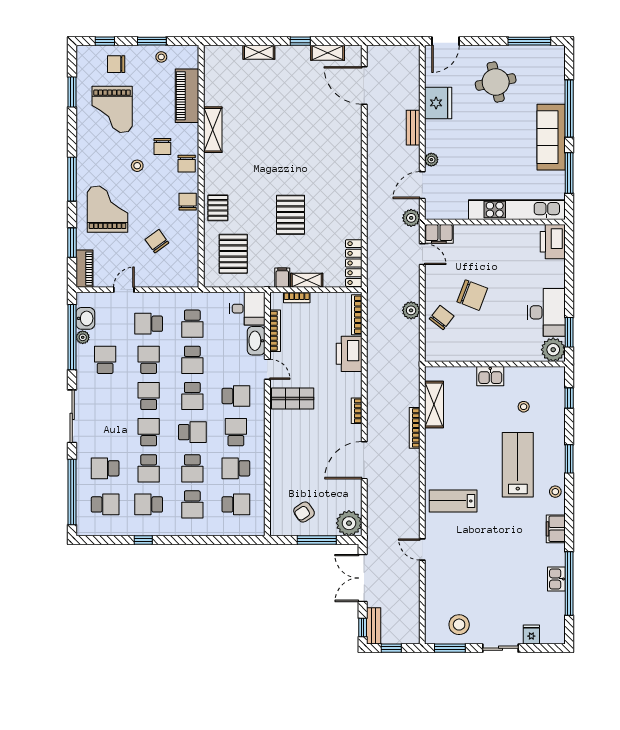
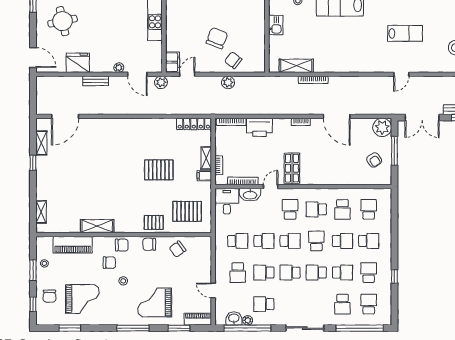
shelving: (259, 52) -> (41, 212), moved
chair: (157, 241) -> (178, 249), moved
lab bench: (453, 501) -> (405, 33), moved, turned -90
school desk: (149, 504) -> (369, 273), turned 180

